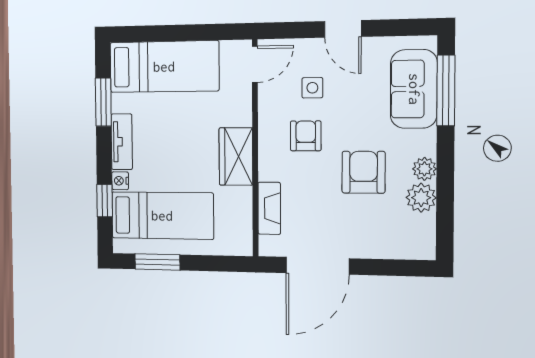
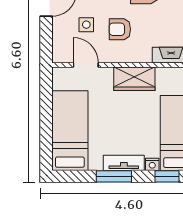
door: (255, 64) -> (86, 65), moved
window: (103, 102) -> (114, 176), moved

